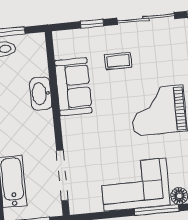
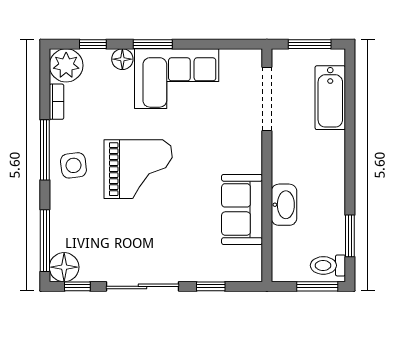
coffee table: (118, 61) -> (182, 236), removed
window: (156, 210) -> (153, 44), width x0.69

